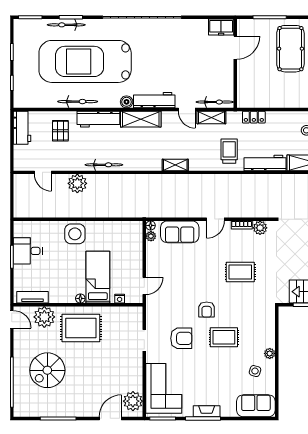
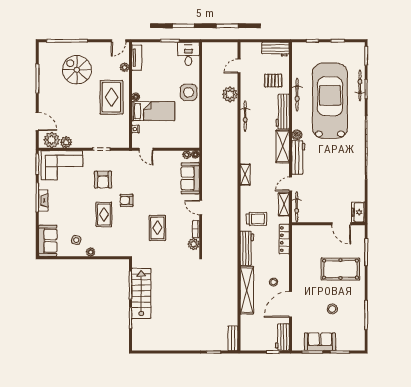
locker: (254, 117) -> (284, 239), width x1.53
desk: (28, 251) -> (188, 54), moved
plant: (44, 317) -> (125, 67), width x0.53, depth x0.53
plant: (136, 383) -> (66, 142), added

